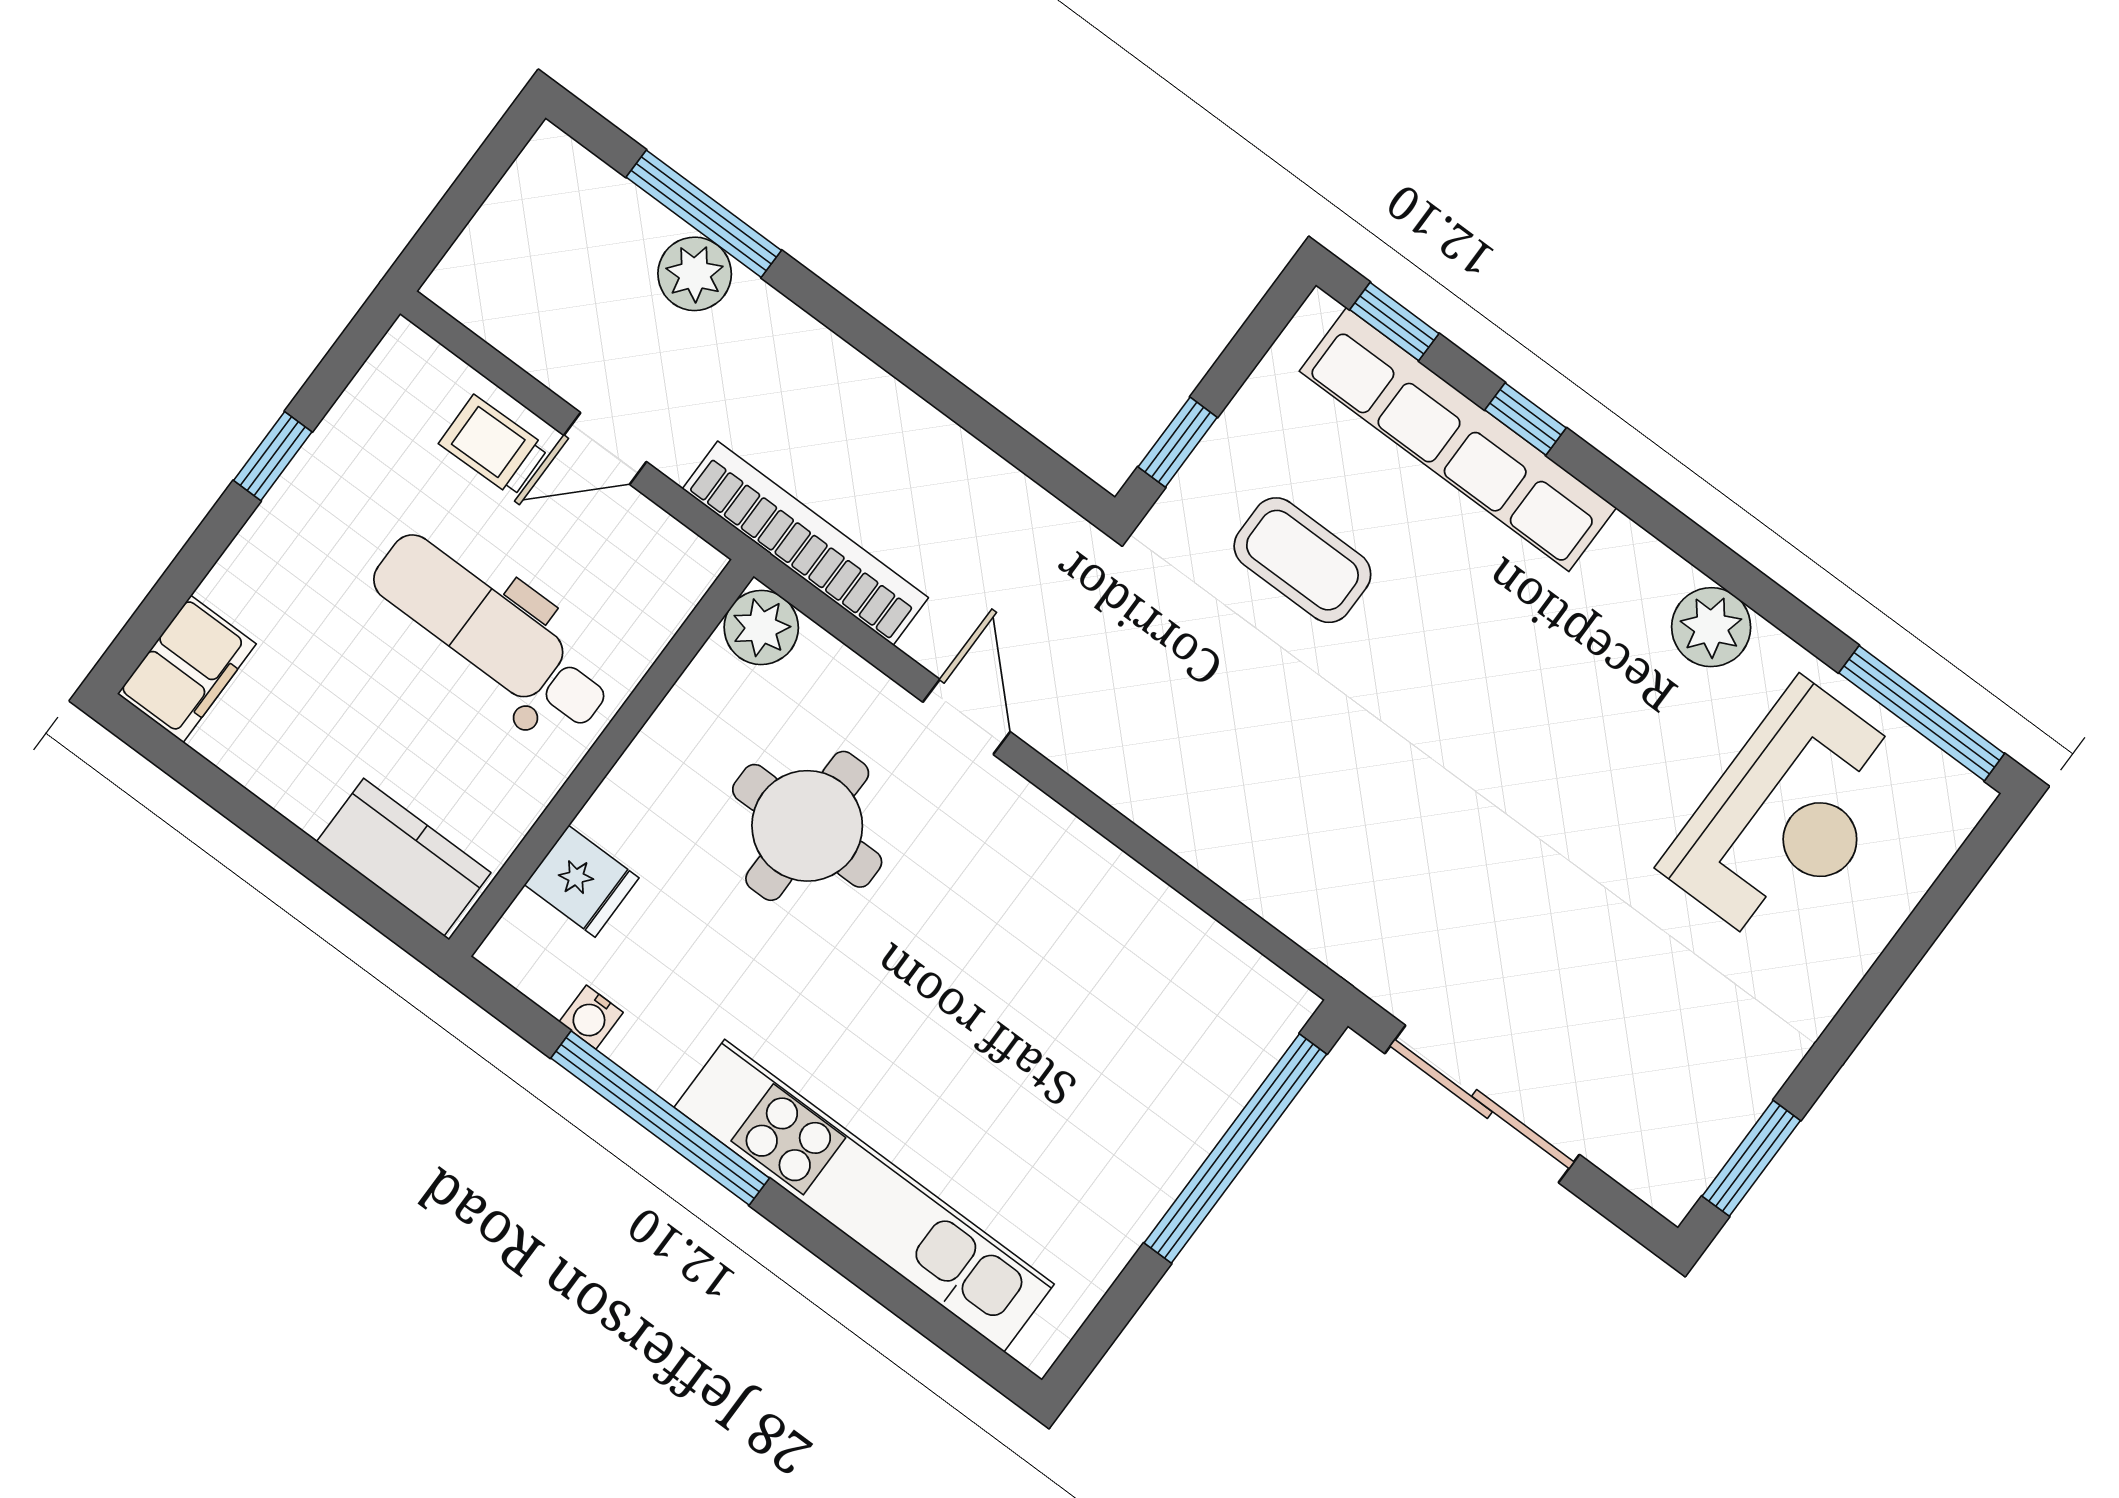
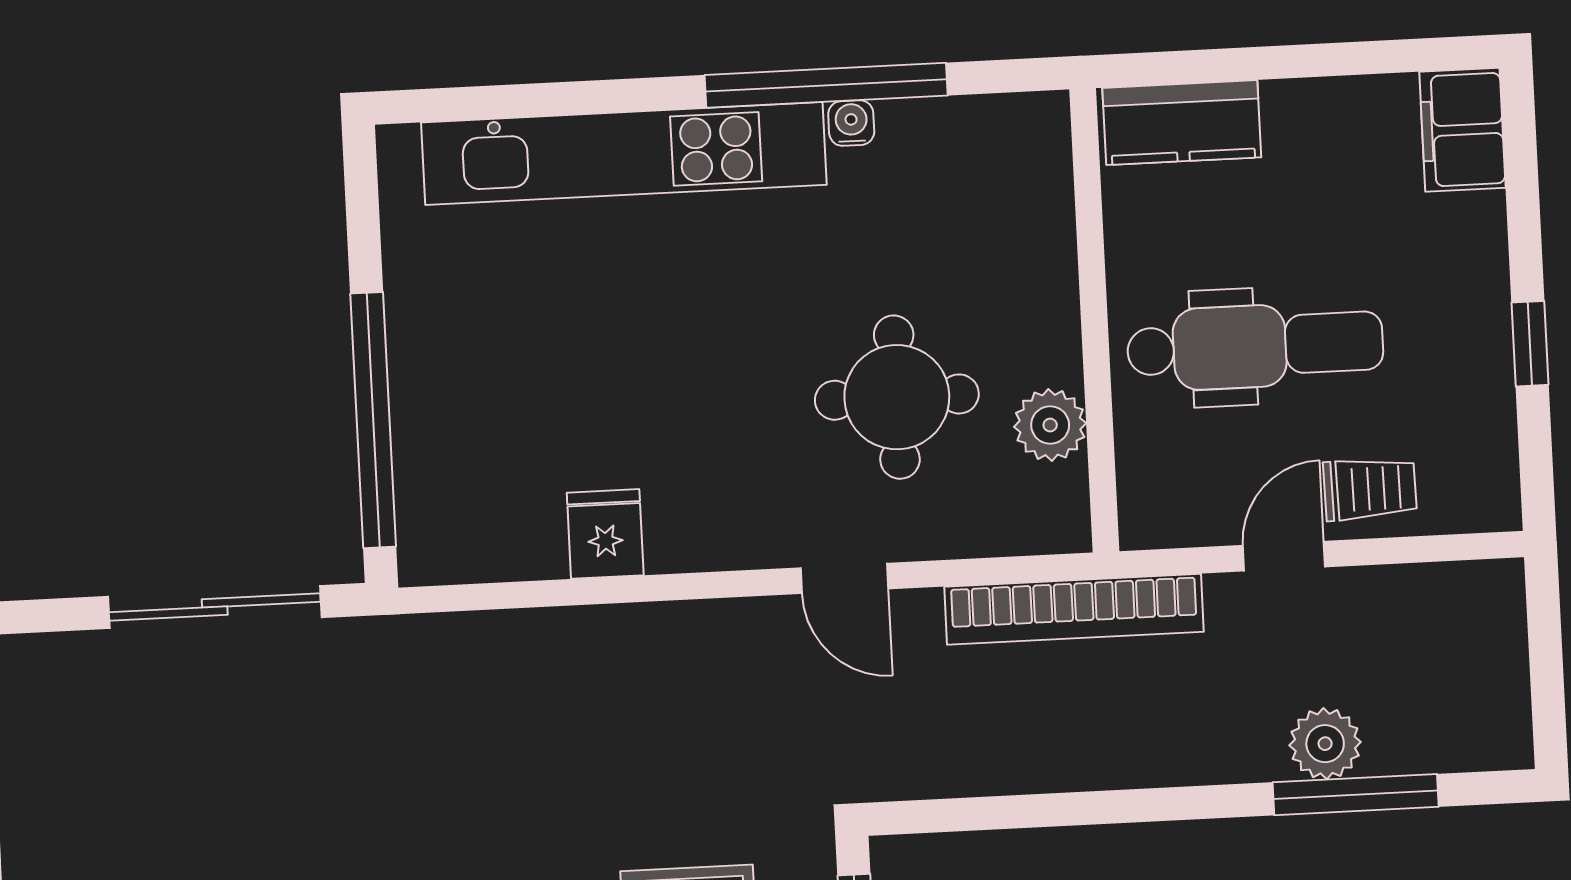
plant: (761, 628) -> (1050, 425), moved
fridge: (582, 881) -> (605, 534), moved, turned 90
water cooler: (591, 1017) -> (851, 123), moved

